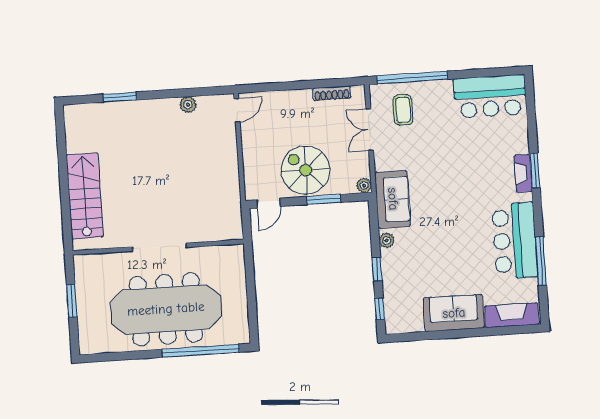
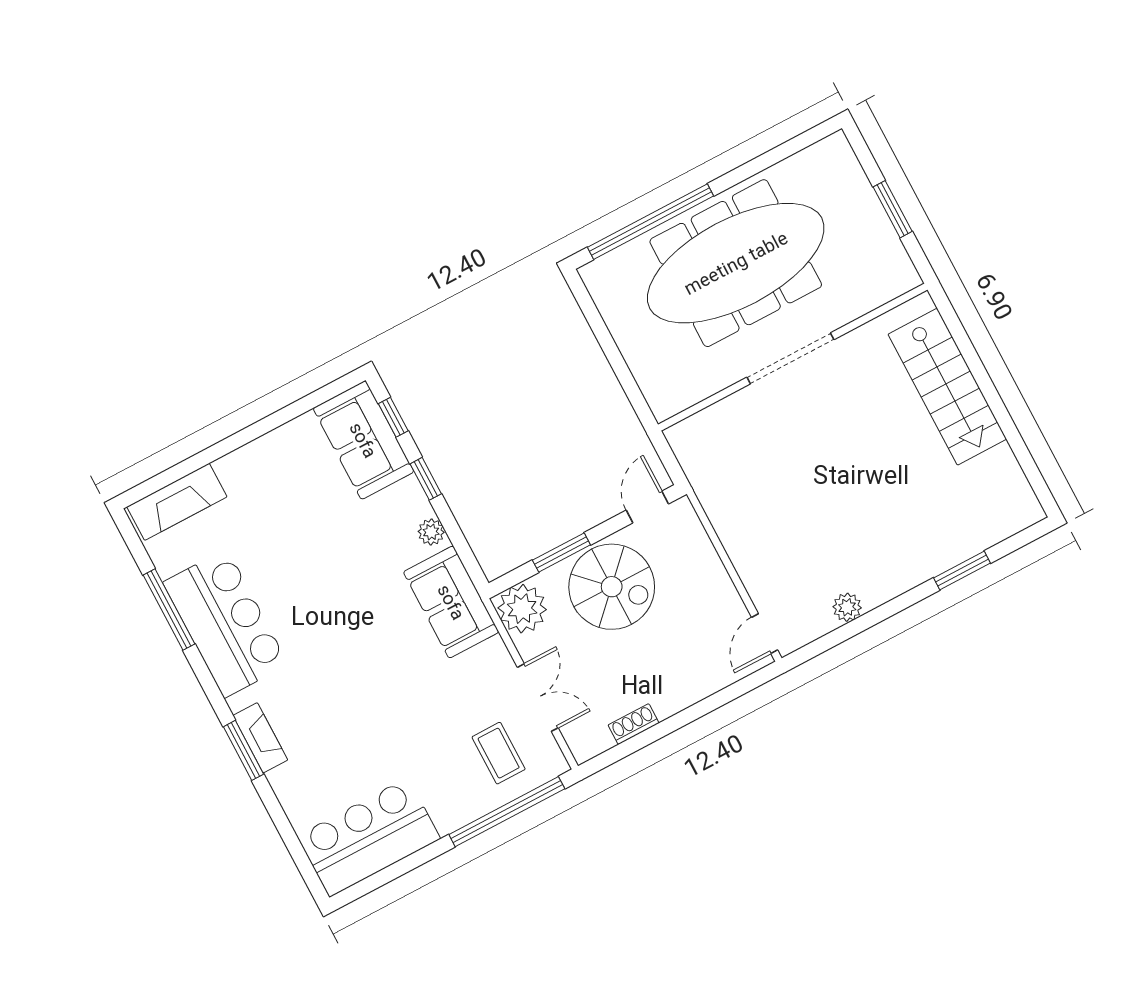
shoe rack: (332, 93) -> (634, 724), width x0.70
plant: (364, 186) -> (522, 609), width x1.87, depth x1.87
sofa: (454, 313) -> (363, 440), moved, turned 90

